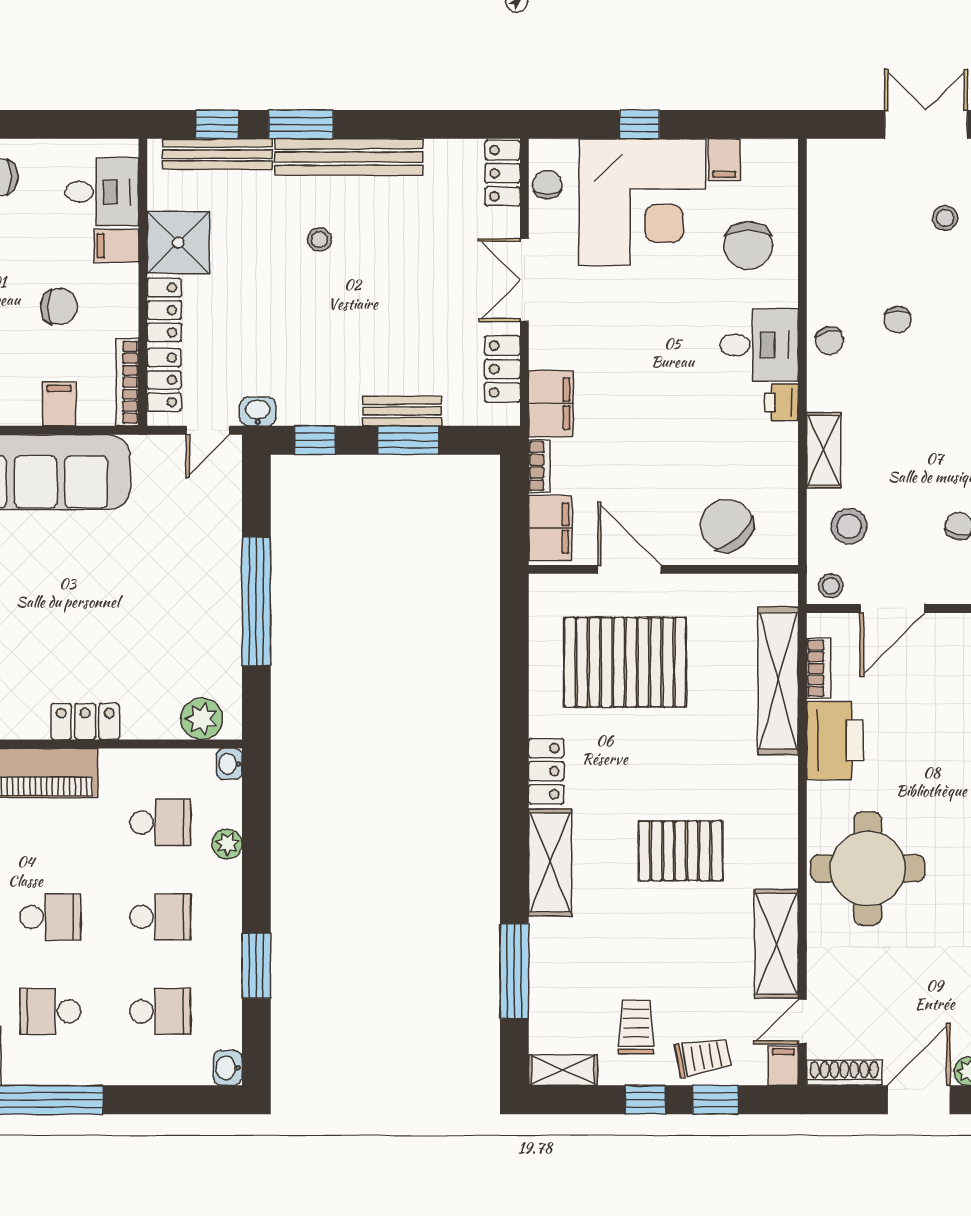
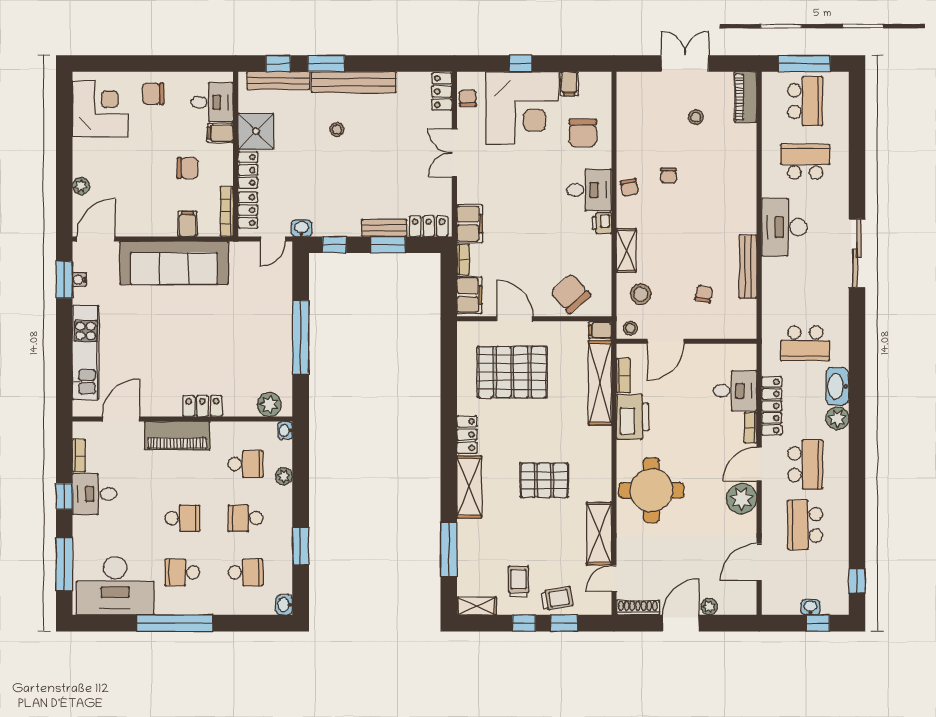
locker: (502, 369) -> (429, 226), moved, turned 90
school desk: (160, 917) -> (246, 518), turned 180
filing cabinet: (783, 1066) -> (600, 330), moved, turned -90

